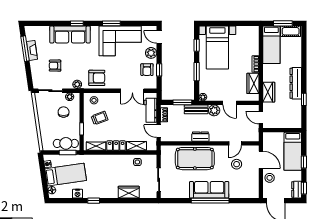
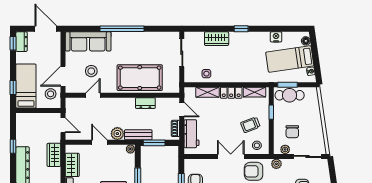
double door: (132, 91) -> (231, 156), moved
dresser: (200, 137) -> (145, 103), moved
door: (261, 160) -> (63, 76), hinge flipped
window: (304, 162) -> (13, 87), moved
stool: (270, 178) -> (51, 94), moved
sofa: (209, 190) -> (88, 41), moved
window: (94, 201) -> (241, 29), moved

